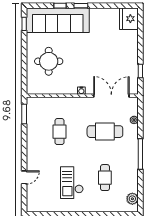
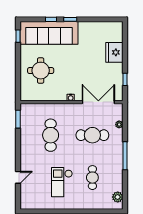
fridge: (129, 19) -> (114, 52), moved
cafe table: (60, 132) -> (51, 135), width x1.37, depth x1.35

